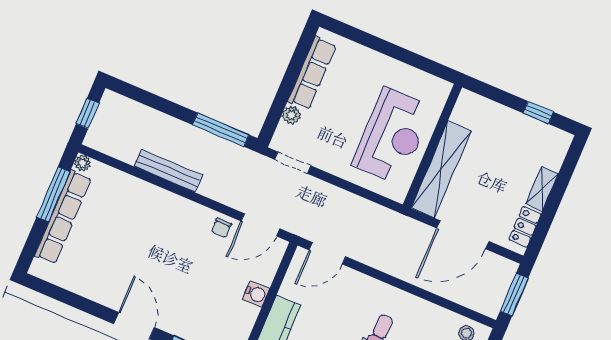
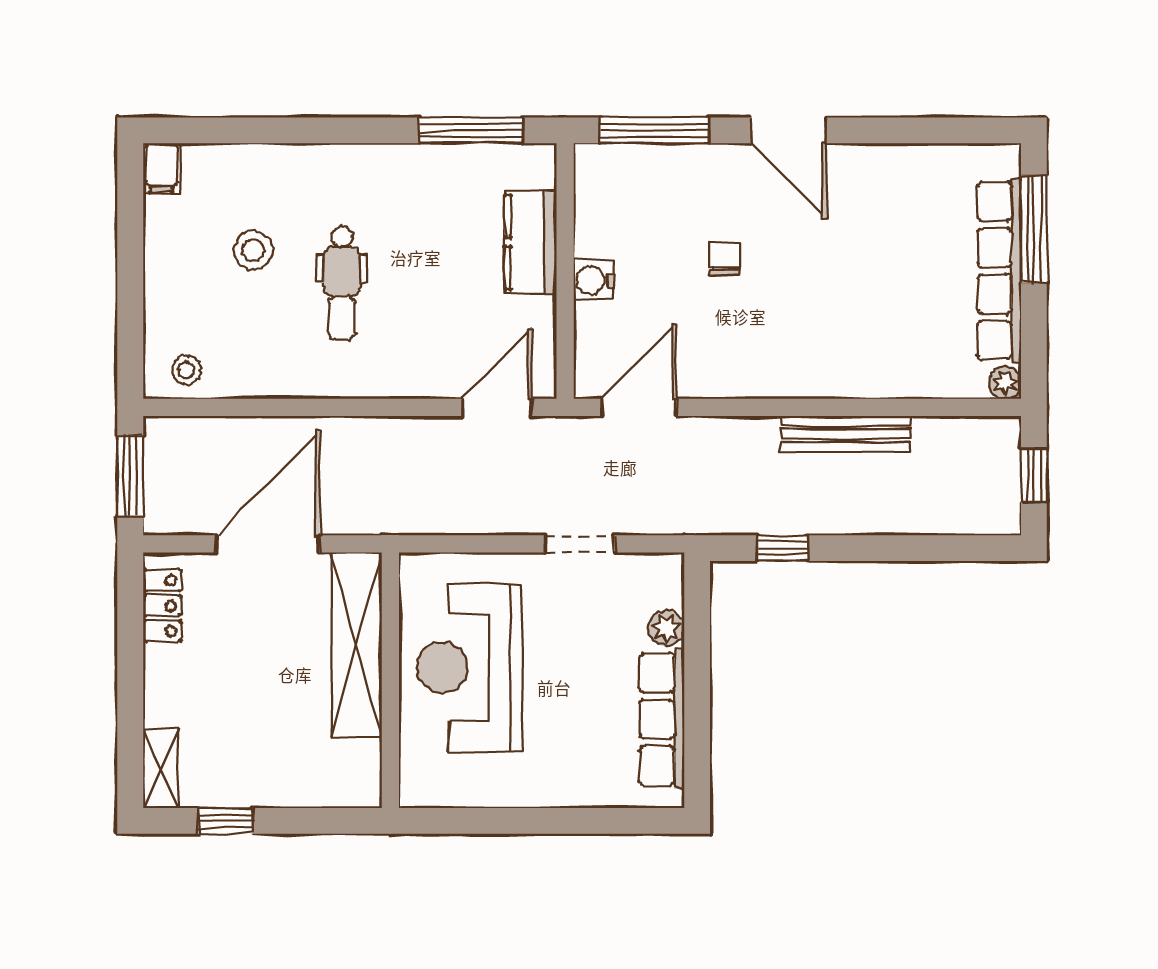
window: (221, 130) -> (782, 548), width x0.46
doorway: (293, 163) -> (580, 544), moved
shelving: (542, 189) -> (161, 768), moved
window: (53, 194) -> (1034, 229), moved
chair: (221, 228) -> (725, 259), moved

